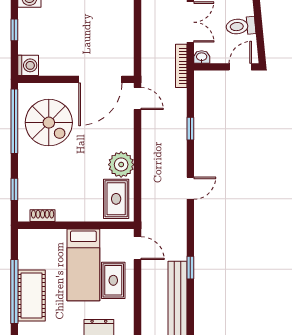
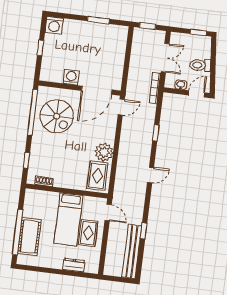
washbasin: (202, 57) -> (181, 85), moved
washing machine: (28, 65) -> (71, 77), moved, turned -90
door: (138, 99) -> (121, 107), hinge flipped

